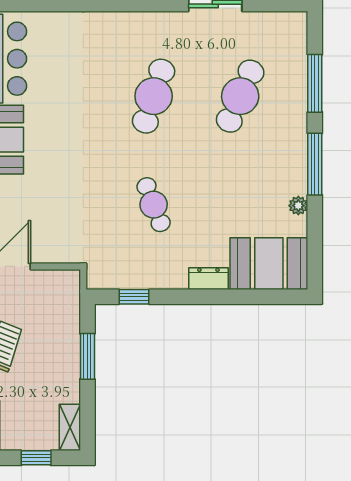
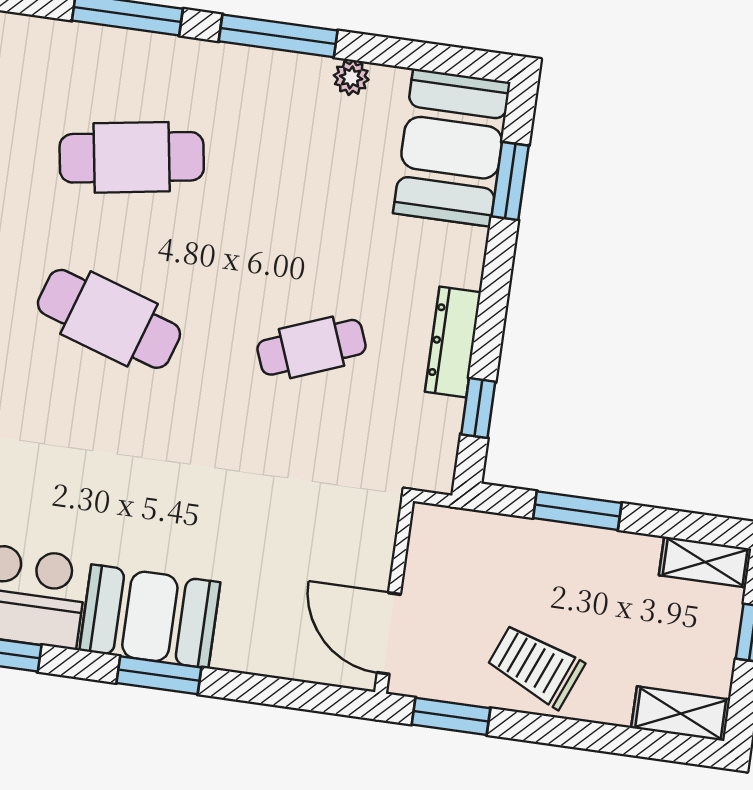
cafe table: (240, 96) -> (132, 157), turned -33
dresser: (208, 279) -> (453, 342), moved, width x1.44
window: (256, 297) -> (510, 181), added

